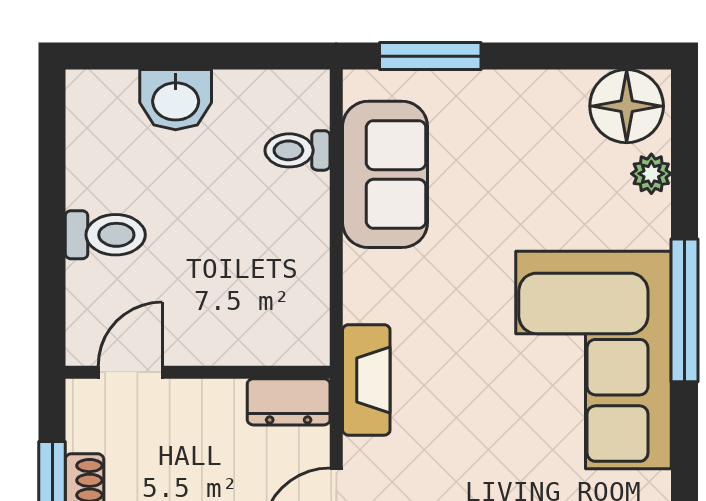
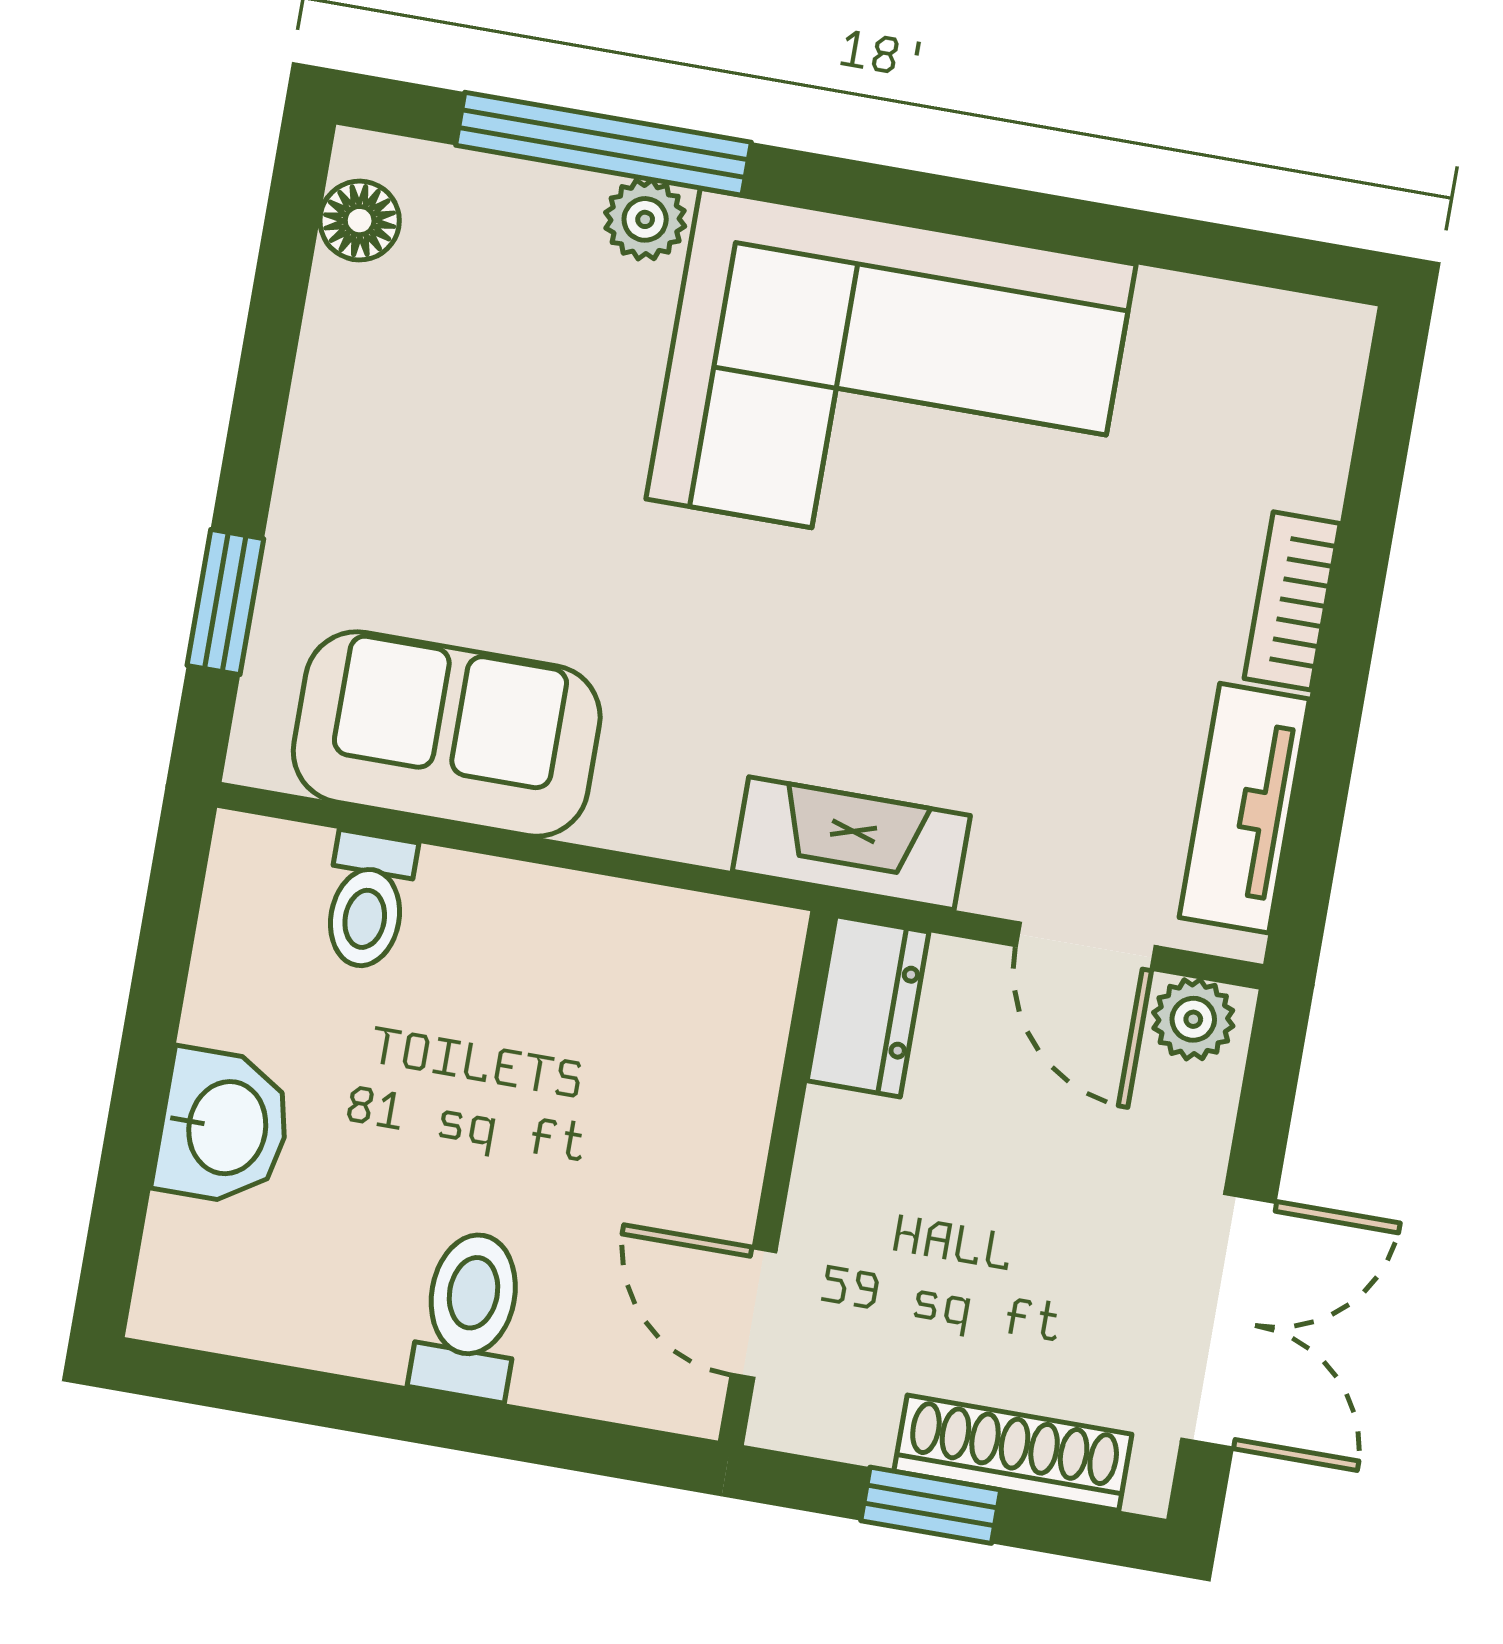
window: (430, 56) -> (225, 602), width x0.67
floor lamp: (627, 106) -> (360, 221), width x0.53, depth x0.53
plant: (651, 174) -> (645, 219), moved
window: (684, 310) -> (603, 144), moved

